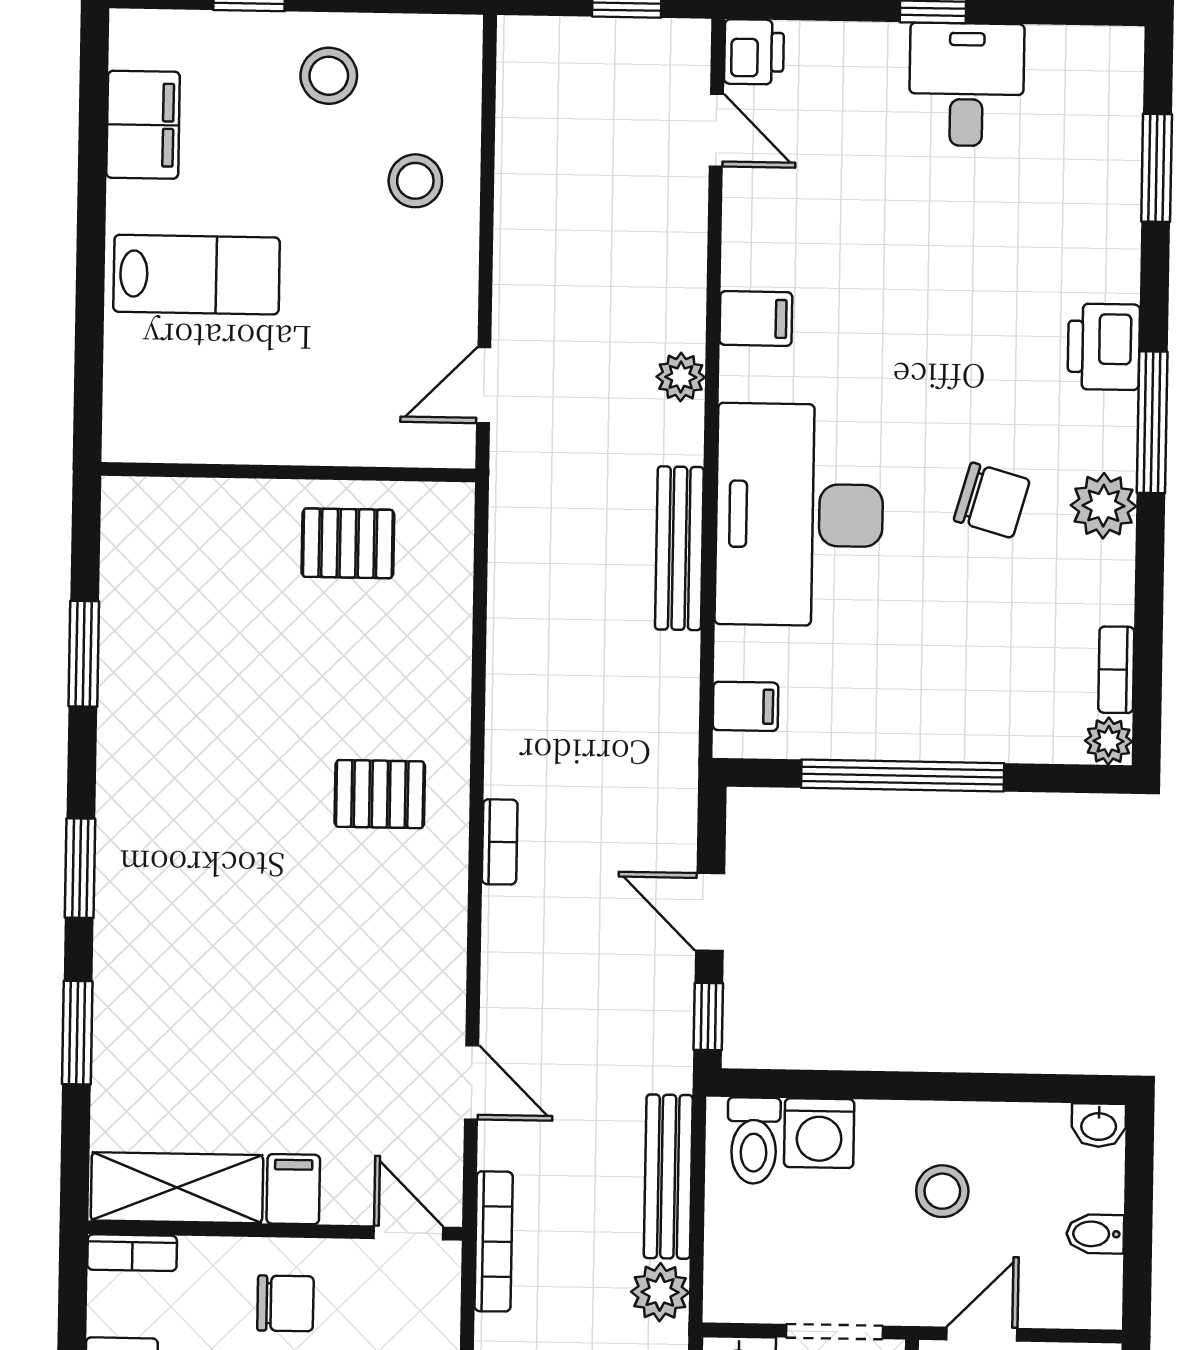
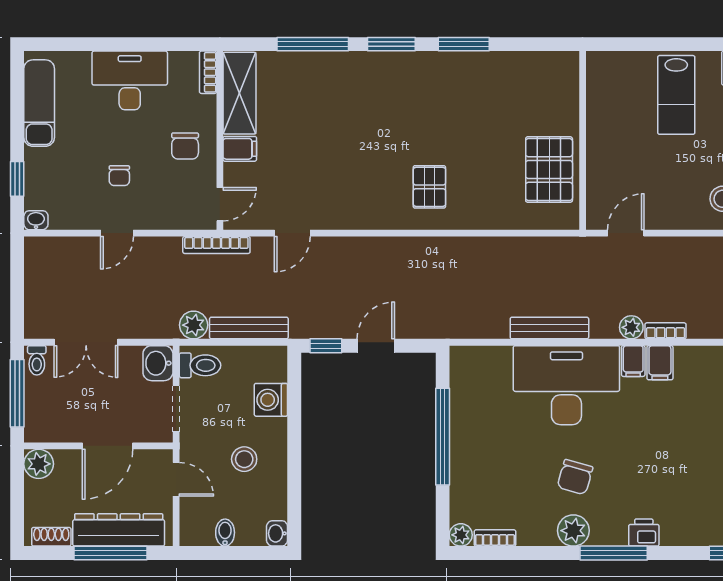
printer: (1104, 347) -> (644, 533), width x0.73, depth x0.81
door: (484, 385) -> (626, 233), hinge flipped
pallet: (348, 543) -> (549, 170), width x1.50, depth x1.42
window: (84, 654) -> (464, 44), moved
filing cabinet: (746, 706) -> (633, 361), moved
bookcase: (500, 842) -> (666, 331), moved, turned 180
window: (77, 1033) -> (313, 44), width x1.44
toilet: (754, 1141) -> (200, 365), moved, turned 180

